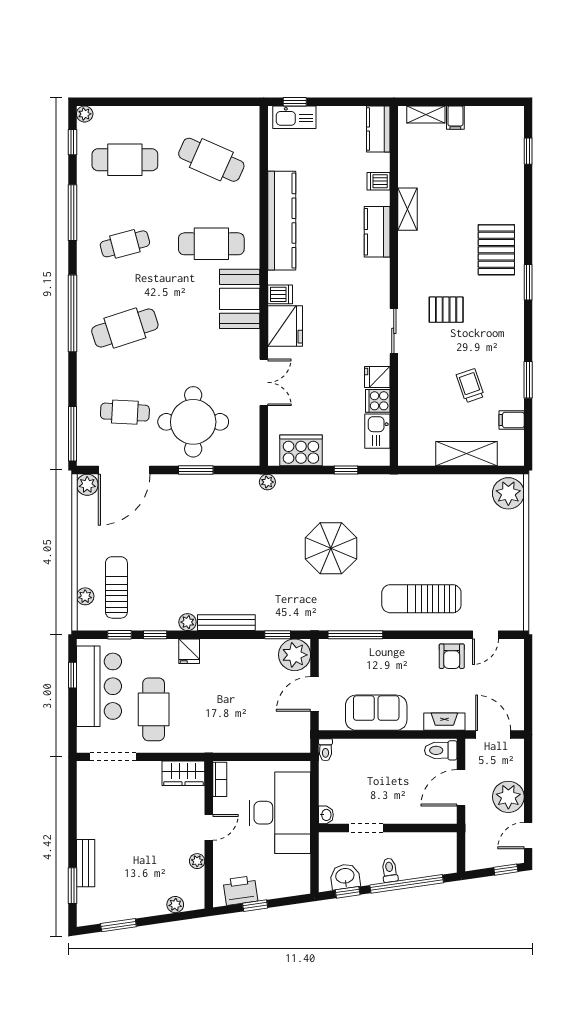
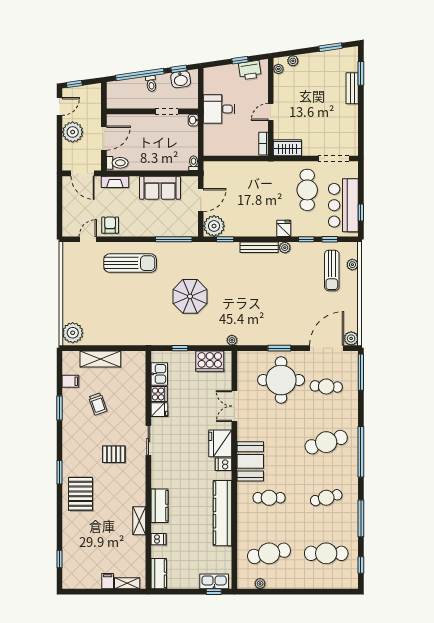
plant: (85, 114) -> (260, 584), moved
cafe table: (211, 160) -> (269, 553), turned -36
cafe table: (211, 244) -> (269, 498), width x0.73, depth x0.74
desk: (280, 813) -> (219, 109), width x0.53, depth x0.77
plant: (197, 861) -> (278, 69), moved

